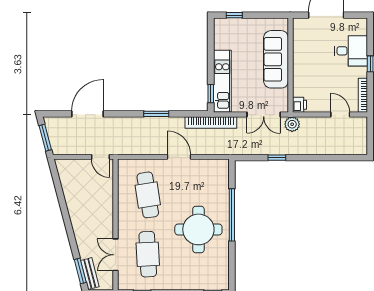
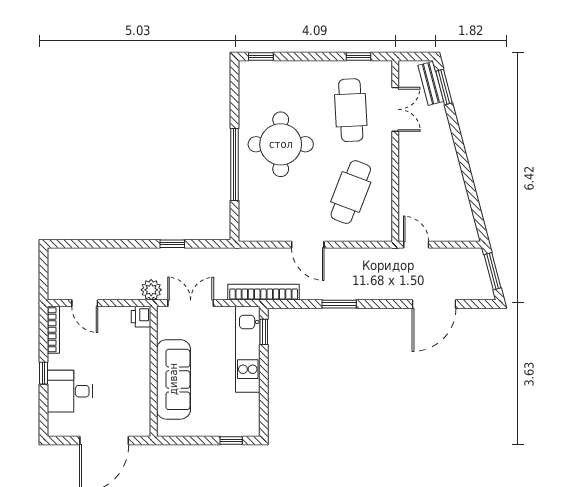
cafe table: (148, 195) -> (351, 192), turned 30

